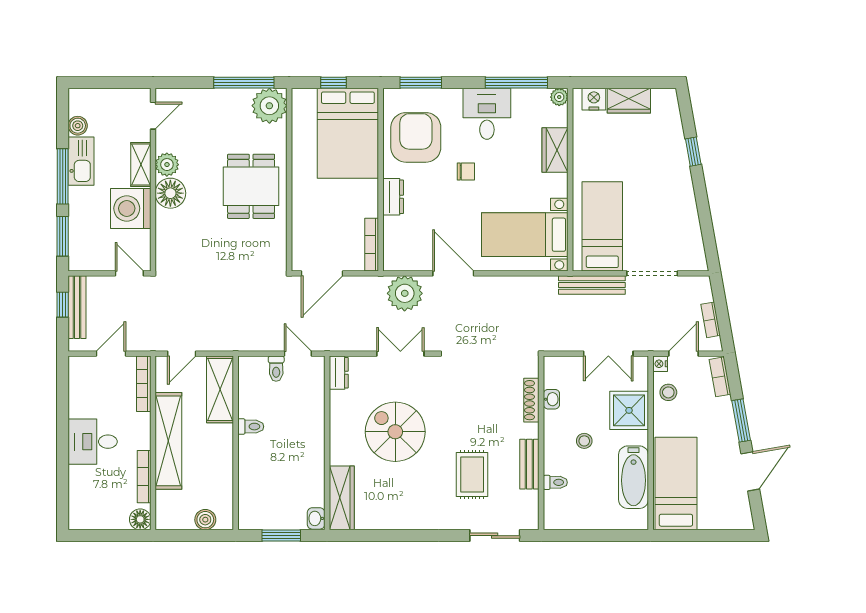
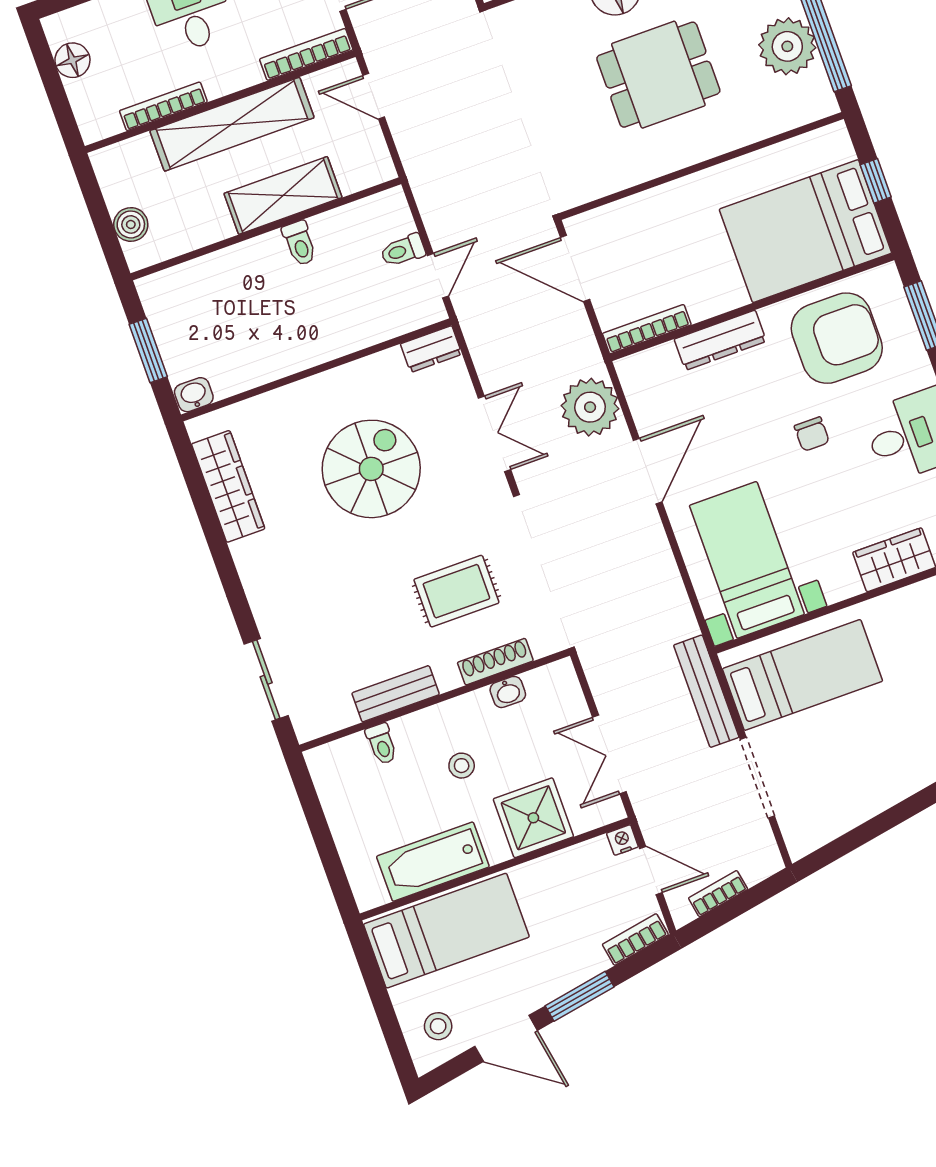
plant: (269, 106) -> (787, 46), moved
dining table: (251, 186) -> (658, 75), moved
dresser: (393, 197) -> (720, 340), width x1.44
shelving: (220, 389) -> (283, 195), moved
stool: (668, 392) -> (438, 1026), moved
rug: (472, 475) -> (456, 591), moved
wardrobe: (342, 498) -> (228, 486), moved, turned -90
floor lamp: (140, 519) -> (72, 60), moved

